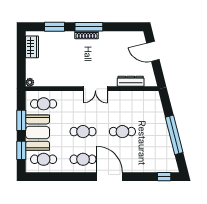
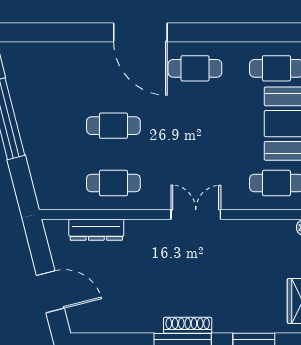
double door: (95, 89) -> (196, 214), moved
cafe table: (83, 132) -> (113, 183), moved
window: (164, 177) -> (27, 32), removed

